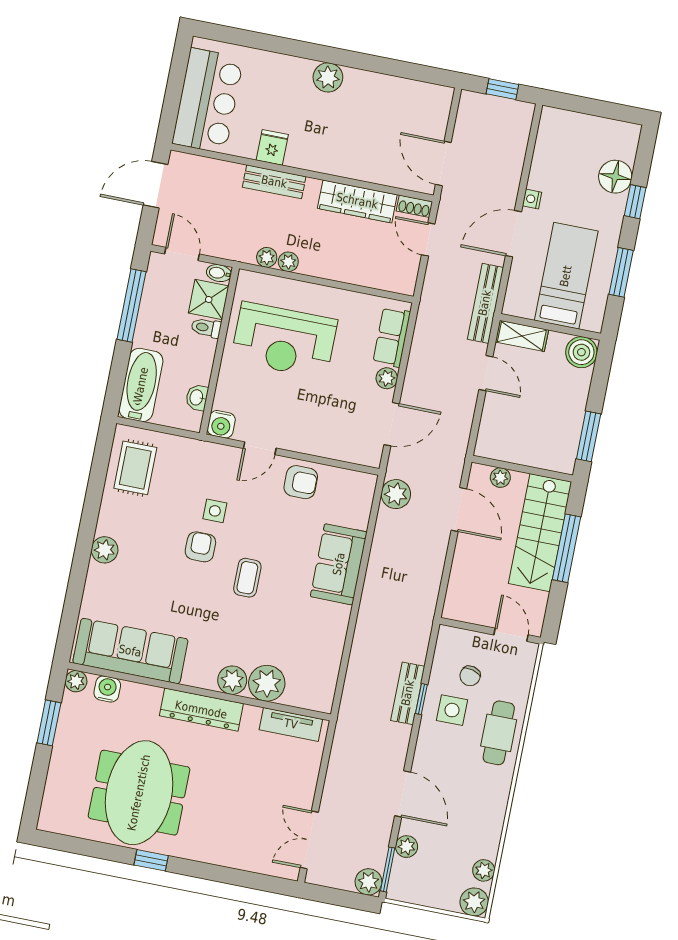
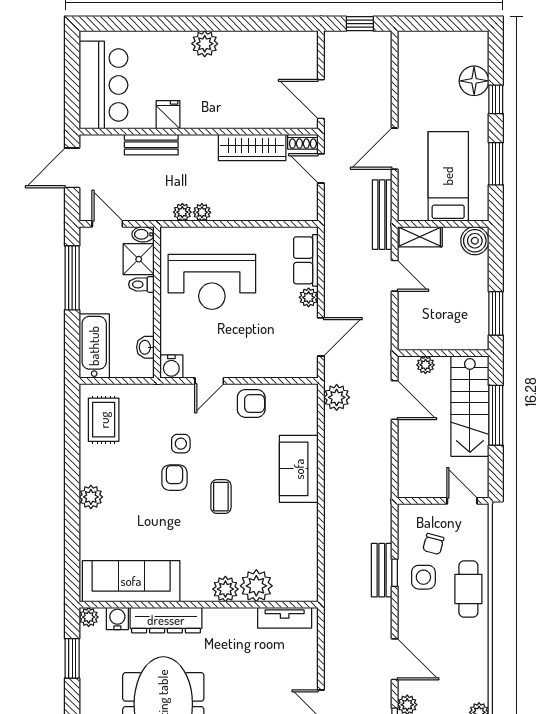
bench: (274, 182) -> (151, 145), moved
nightstand: (532, 199) -> (405, 115), removed
dresser: (201, 710) -> (166, 620), moved

